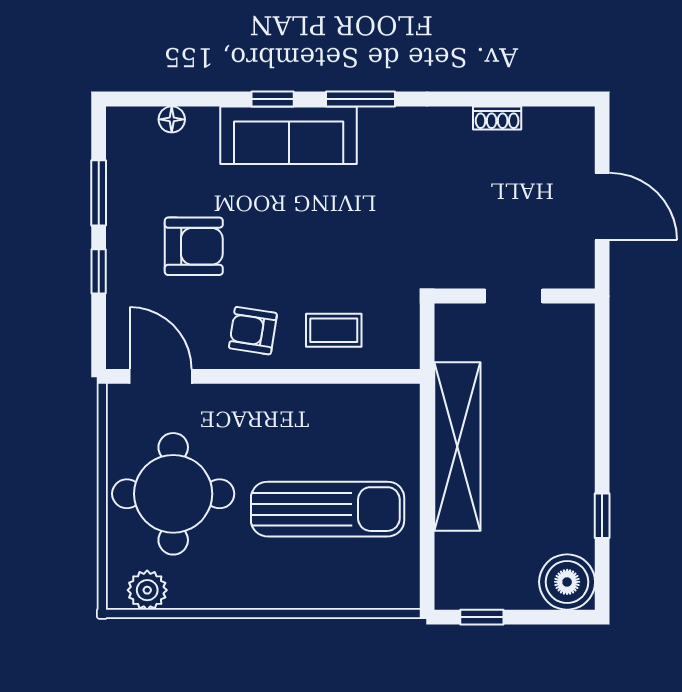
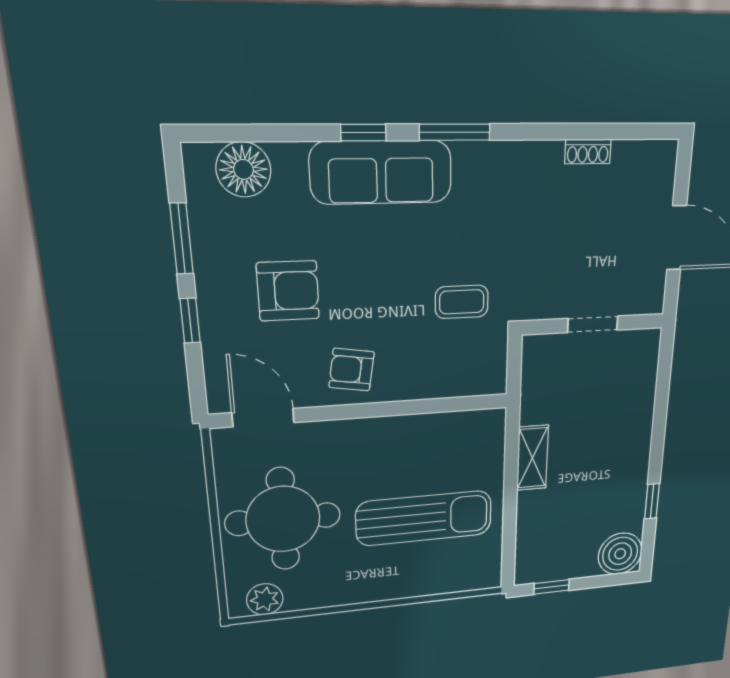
floor lamp: (172, 119) -> (243, 169), width x1.89, depth x1.89
coffee table: (334, 330) -> (462, 302), moved
shelving: (457, 447) -> (532, 458), width x0.45, depth x0.75

